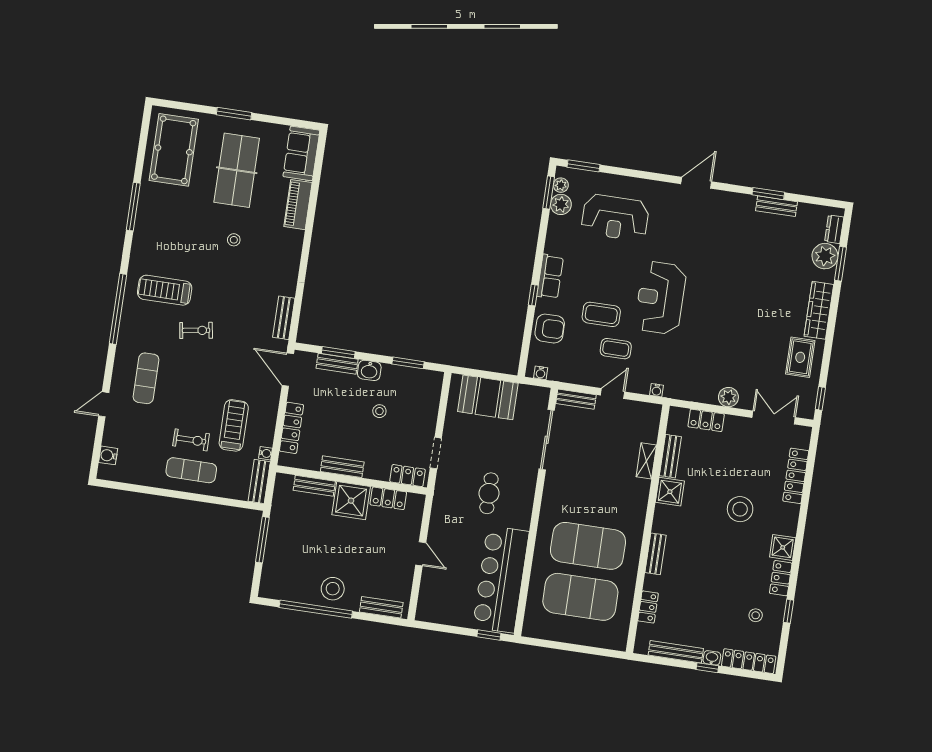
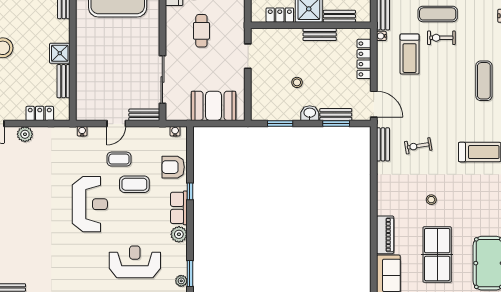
plant: (561, 204) -> (179, 234), moved
exercise bike: (196, 330) -> (418, 146), moved
shelving: (646, 461) -> (82, 75), removed
locker: (408, 476) -> (267, 35), removed

